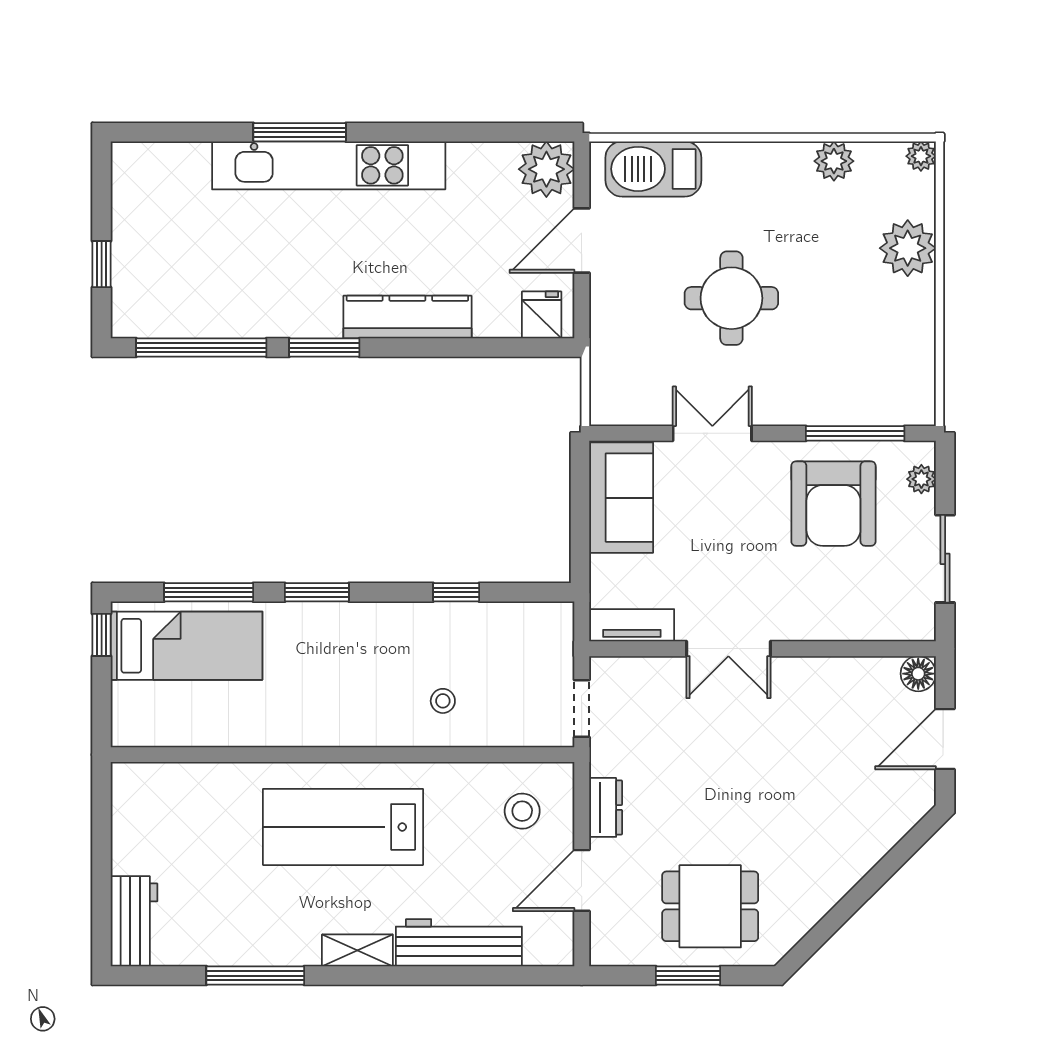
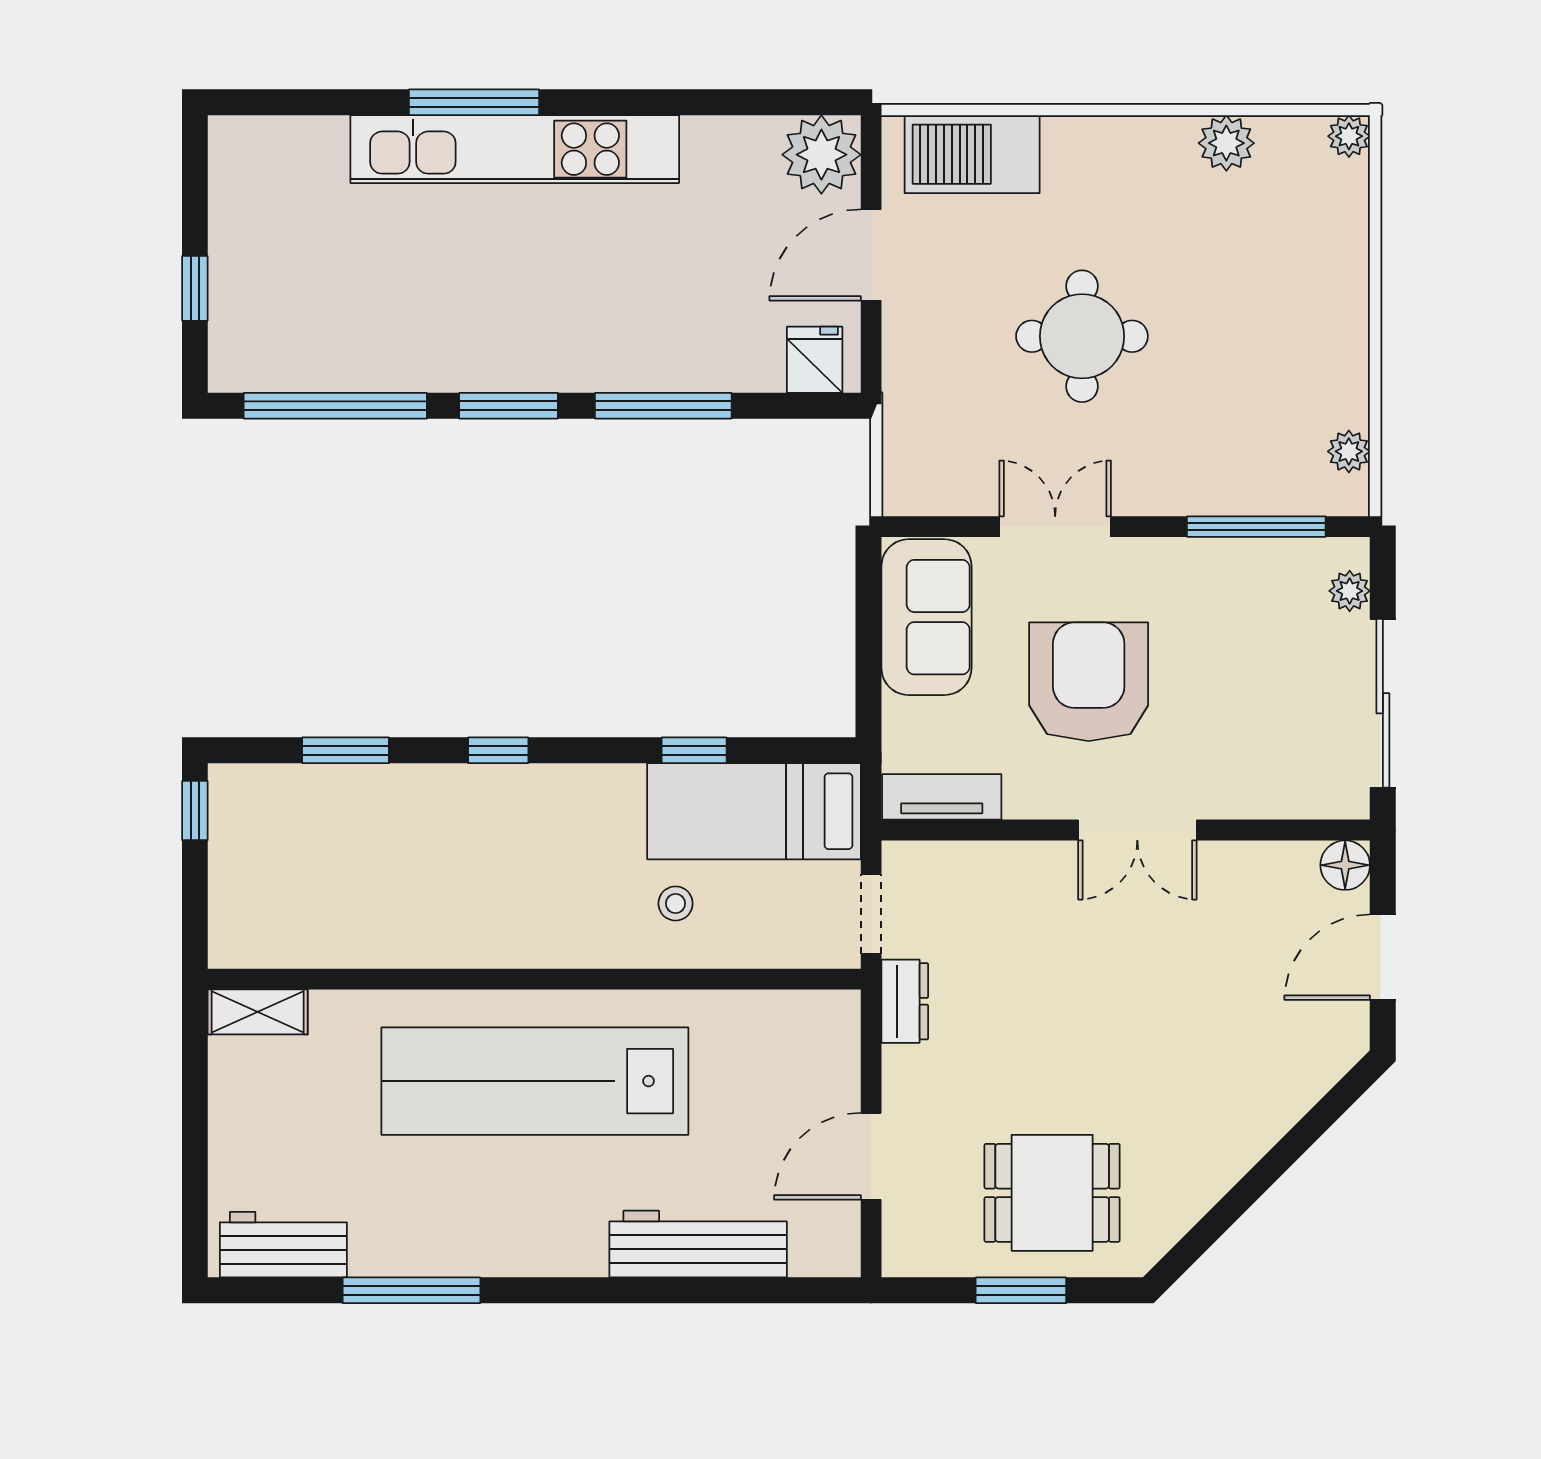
plant: (908, 248) -> (1349, 451), moved, width x0.53, depth x0.53
kitchen counter: (407, 317) -> (626, 363), removed
window: (434, 348) -> (663, 406), added
armchair: (833, 504) -> (1089, 682), moved, turned 180
sliding door: (945, 559) -> (1383, 703), width x1.37
window: (209, 592) -> (346, 750), width x0.69
window: (317, 592) -> (498, 750), width x0.67
bed: (187, 646) -> (754, 811), moved, turned 180
double door: (728, 649) -> (1137, 830), moved
dresser: (606, 807) -> (905, 1001), moved
stool: (522, 811) -> (787, 1059), removed
lab bench: (343, 827) -> (535, 1081), width x1.36
workbench: (134, 921) -> (283, 1245), moved, turned -90
shelving: (357, 950) -> (258, 1012), moved

